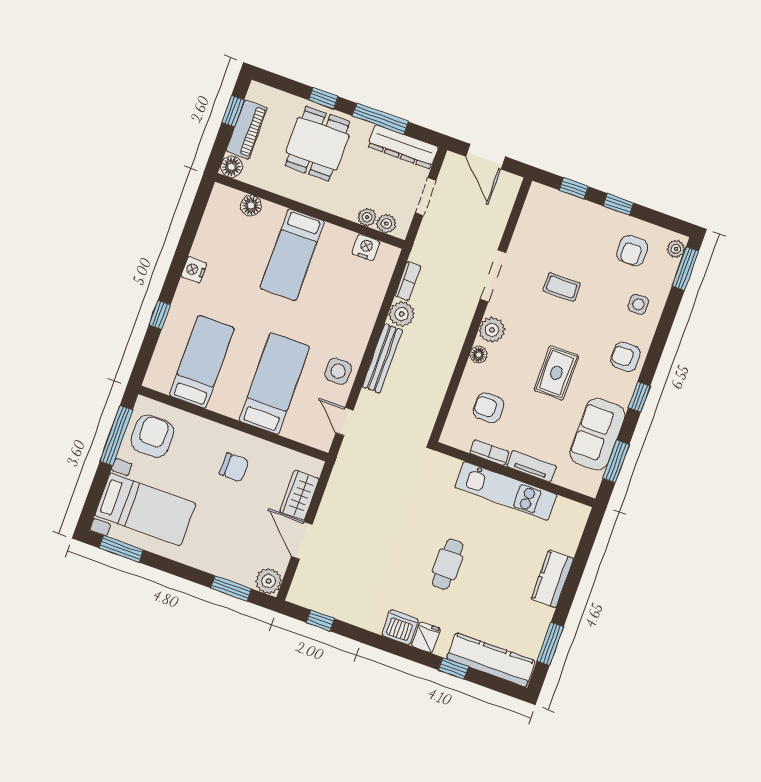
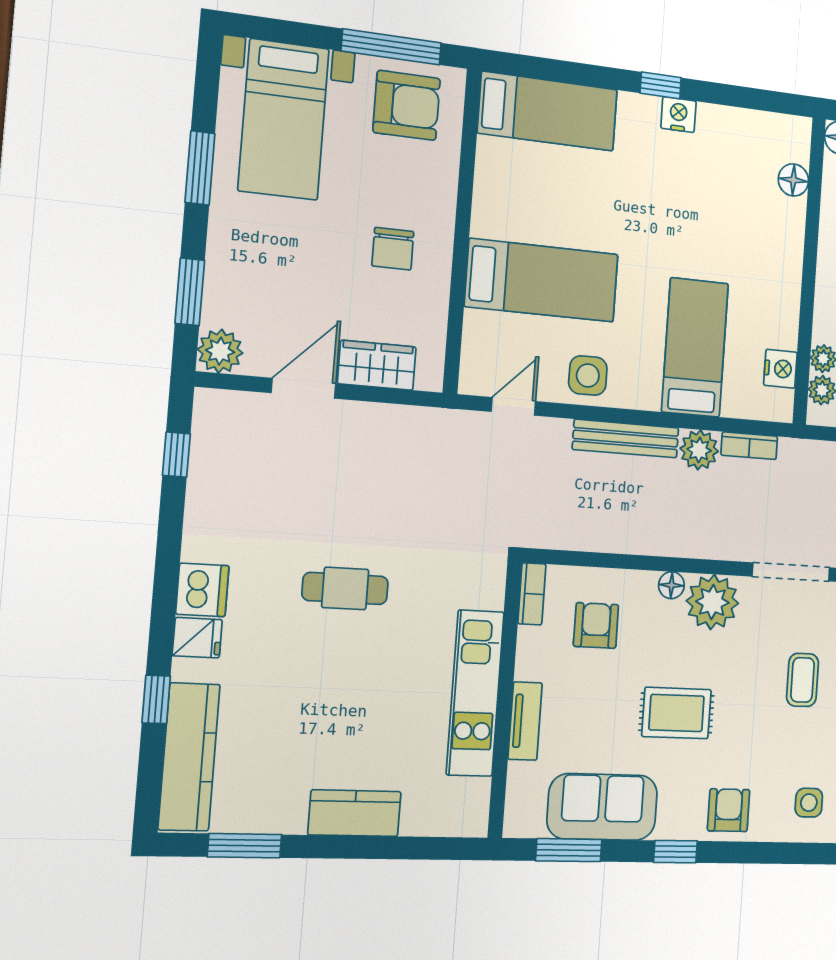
bed: (292, 255) -> (695, 348), moved, turned 90
window: (160, 315) -> (661, 85), moved
plant: (492, 330) -> (712, 602), width x1.36, depth x1.36
bed: (202, 362) -> (548, 111), moved
bookcase: (490, 453) -> (532, 594), moved
window: (121, 549) -> (200, 168), moved
cafe table: (448, 564) -> (345, 588), moved

